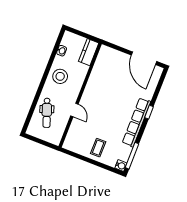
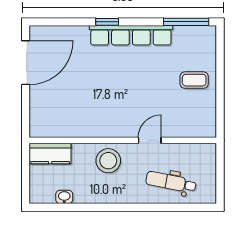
stool: (60, 76) -> (108, 161), moved
dental chair: (47, 113) -> (171, 182), turned -149
water cooler: (121, 166) -> (208, 33), removed

